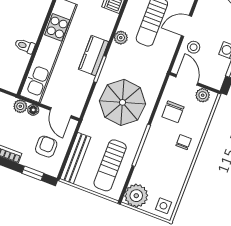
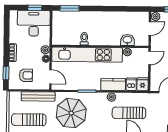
kitchen counter: (93, 56) -> (113, 84), moved
door: (61, 113) -> (50, 77), swing flipped
bench: (75, 158) -> (38, 96), moved

